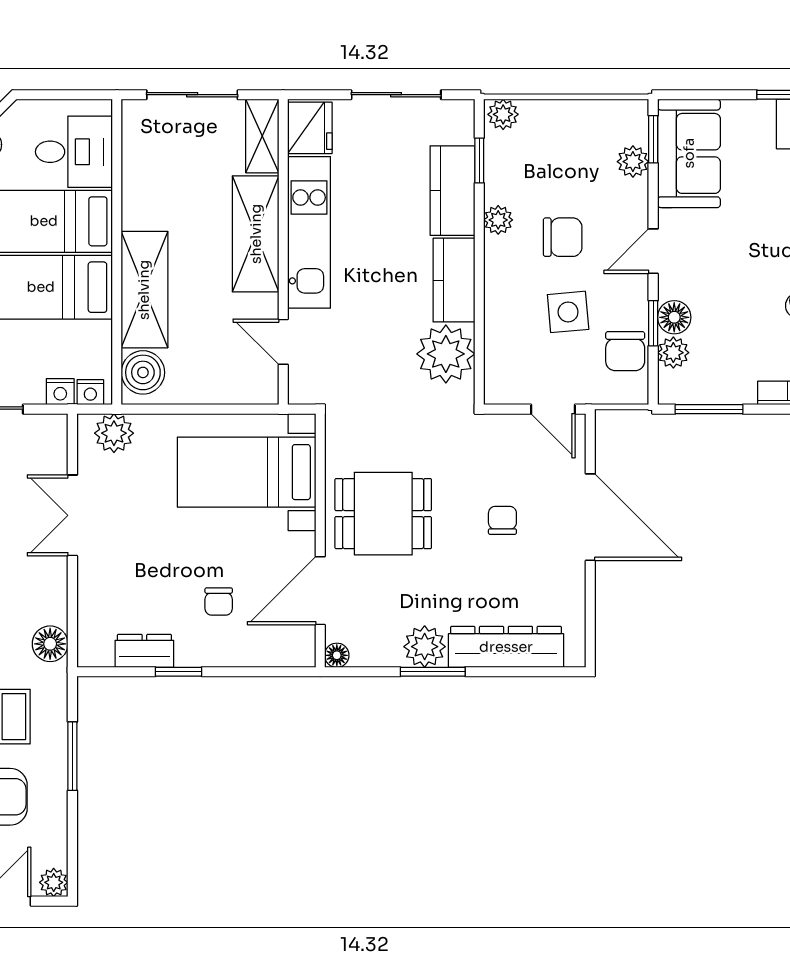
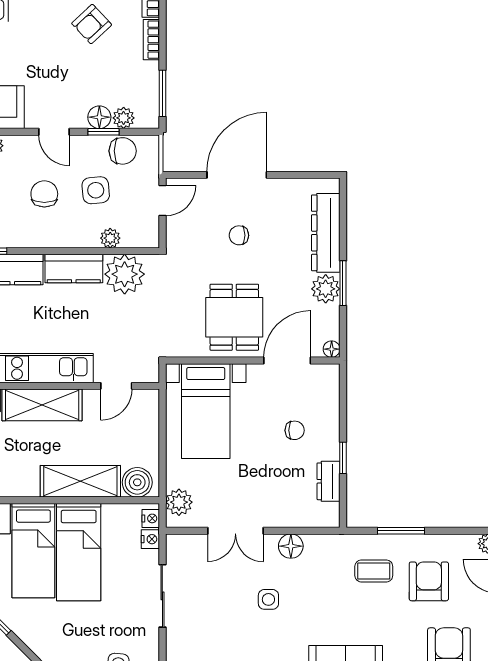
plant: (498, 220) -> (110, 238), moved
door: (320, 591) -> (287, 360), swing flipped
floor lamp: (50, 644) -> (291, 546), moved

